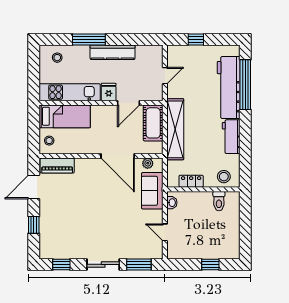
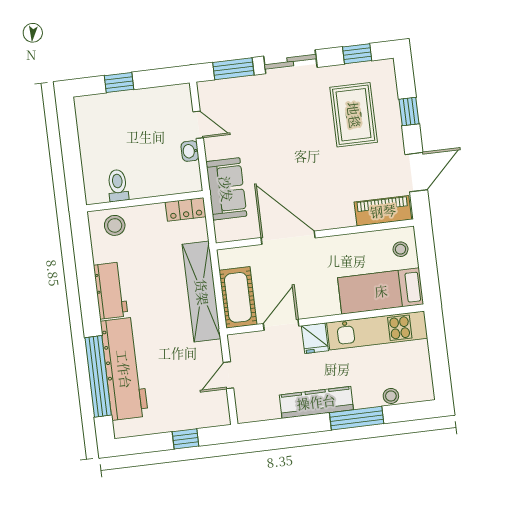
stool: (57, 58) -> (391, 396), moved
plant: (148, 163) -> (239, 232), removed
locker: (191, 181) -> (186, 209), moved
washbasin: (172, 203) -> (190, 151), moved
rug: (68, 227) -> (354, 115), added

